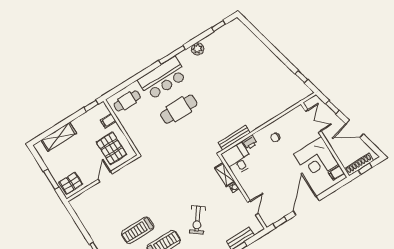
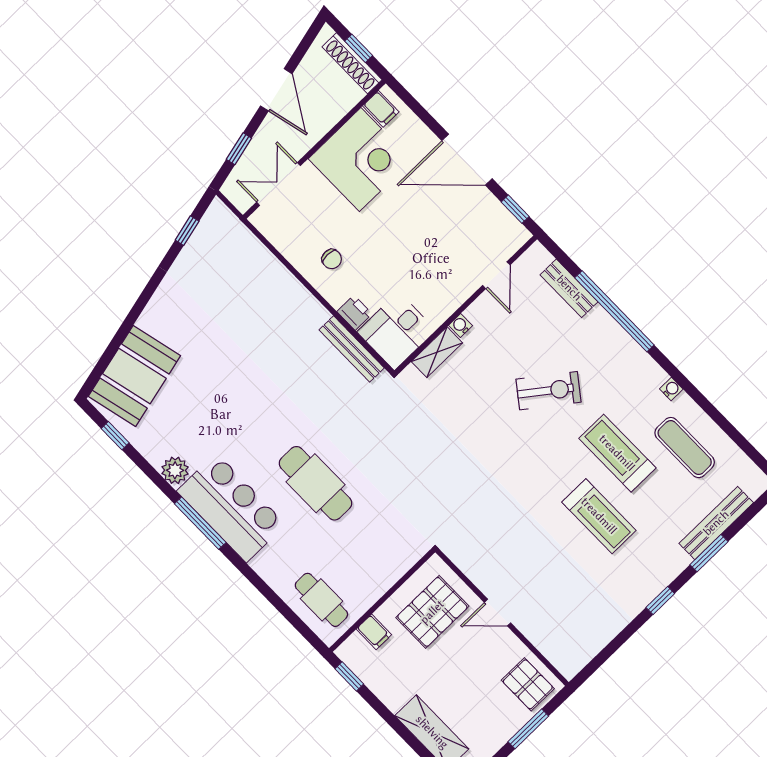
booth: (243, 40) -> (134, 376), added
bar counter: (163, 78) -> (231, 508), moved
door: (253, 208) -> (496, 275), swing flipped

